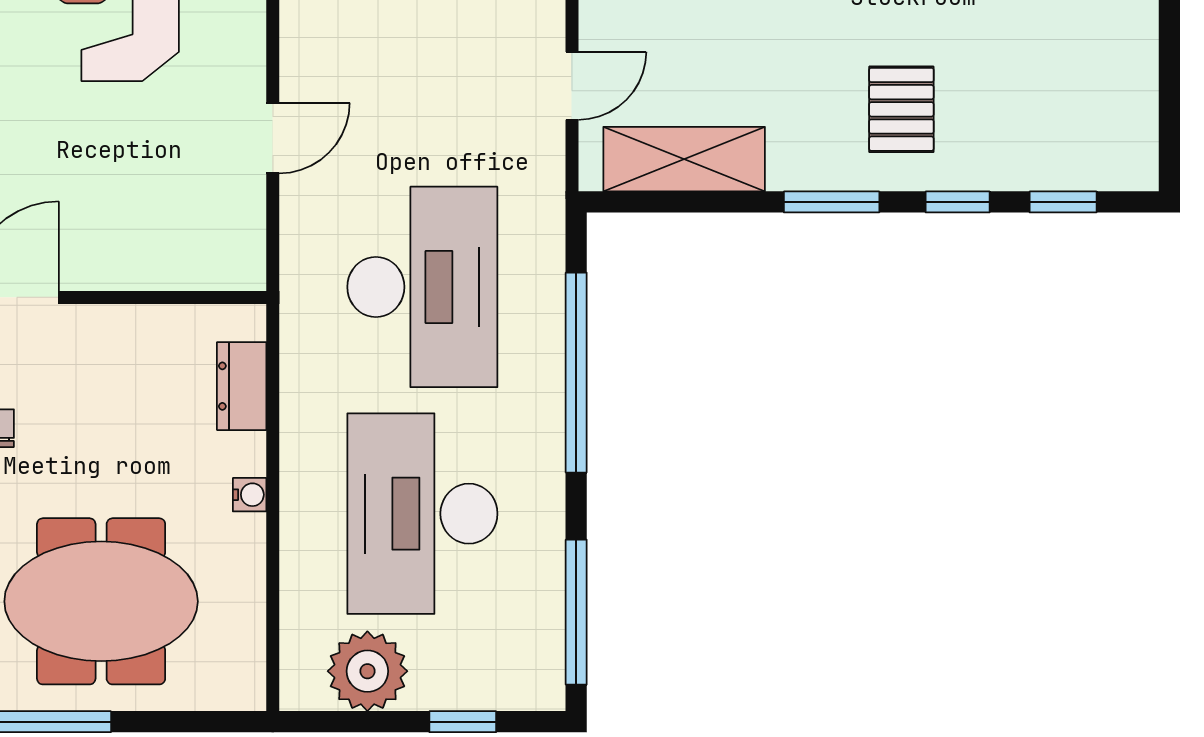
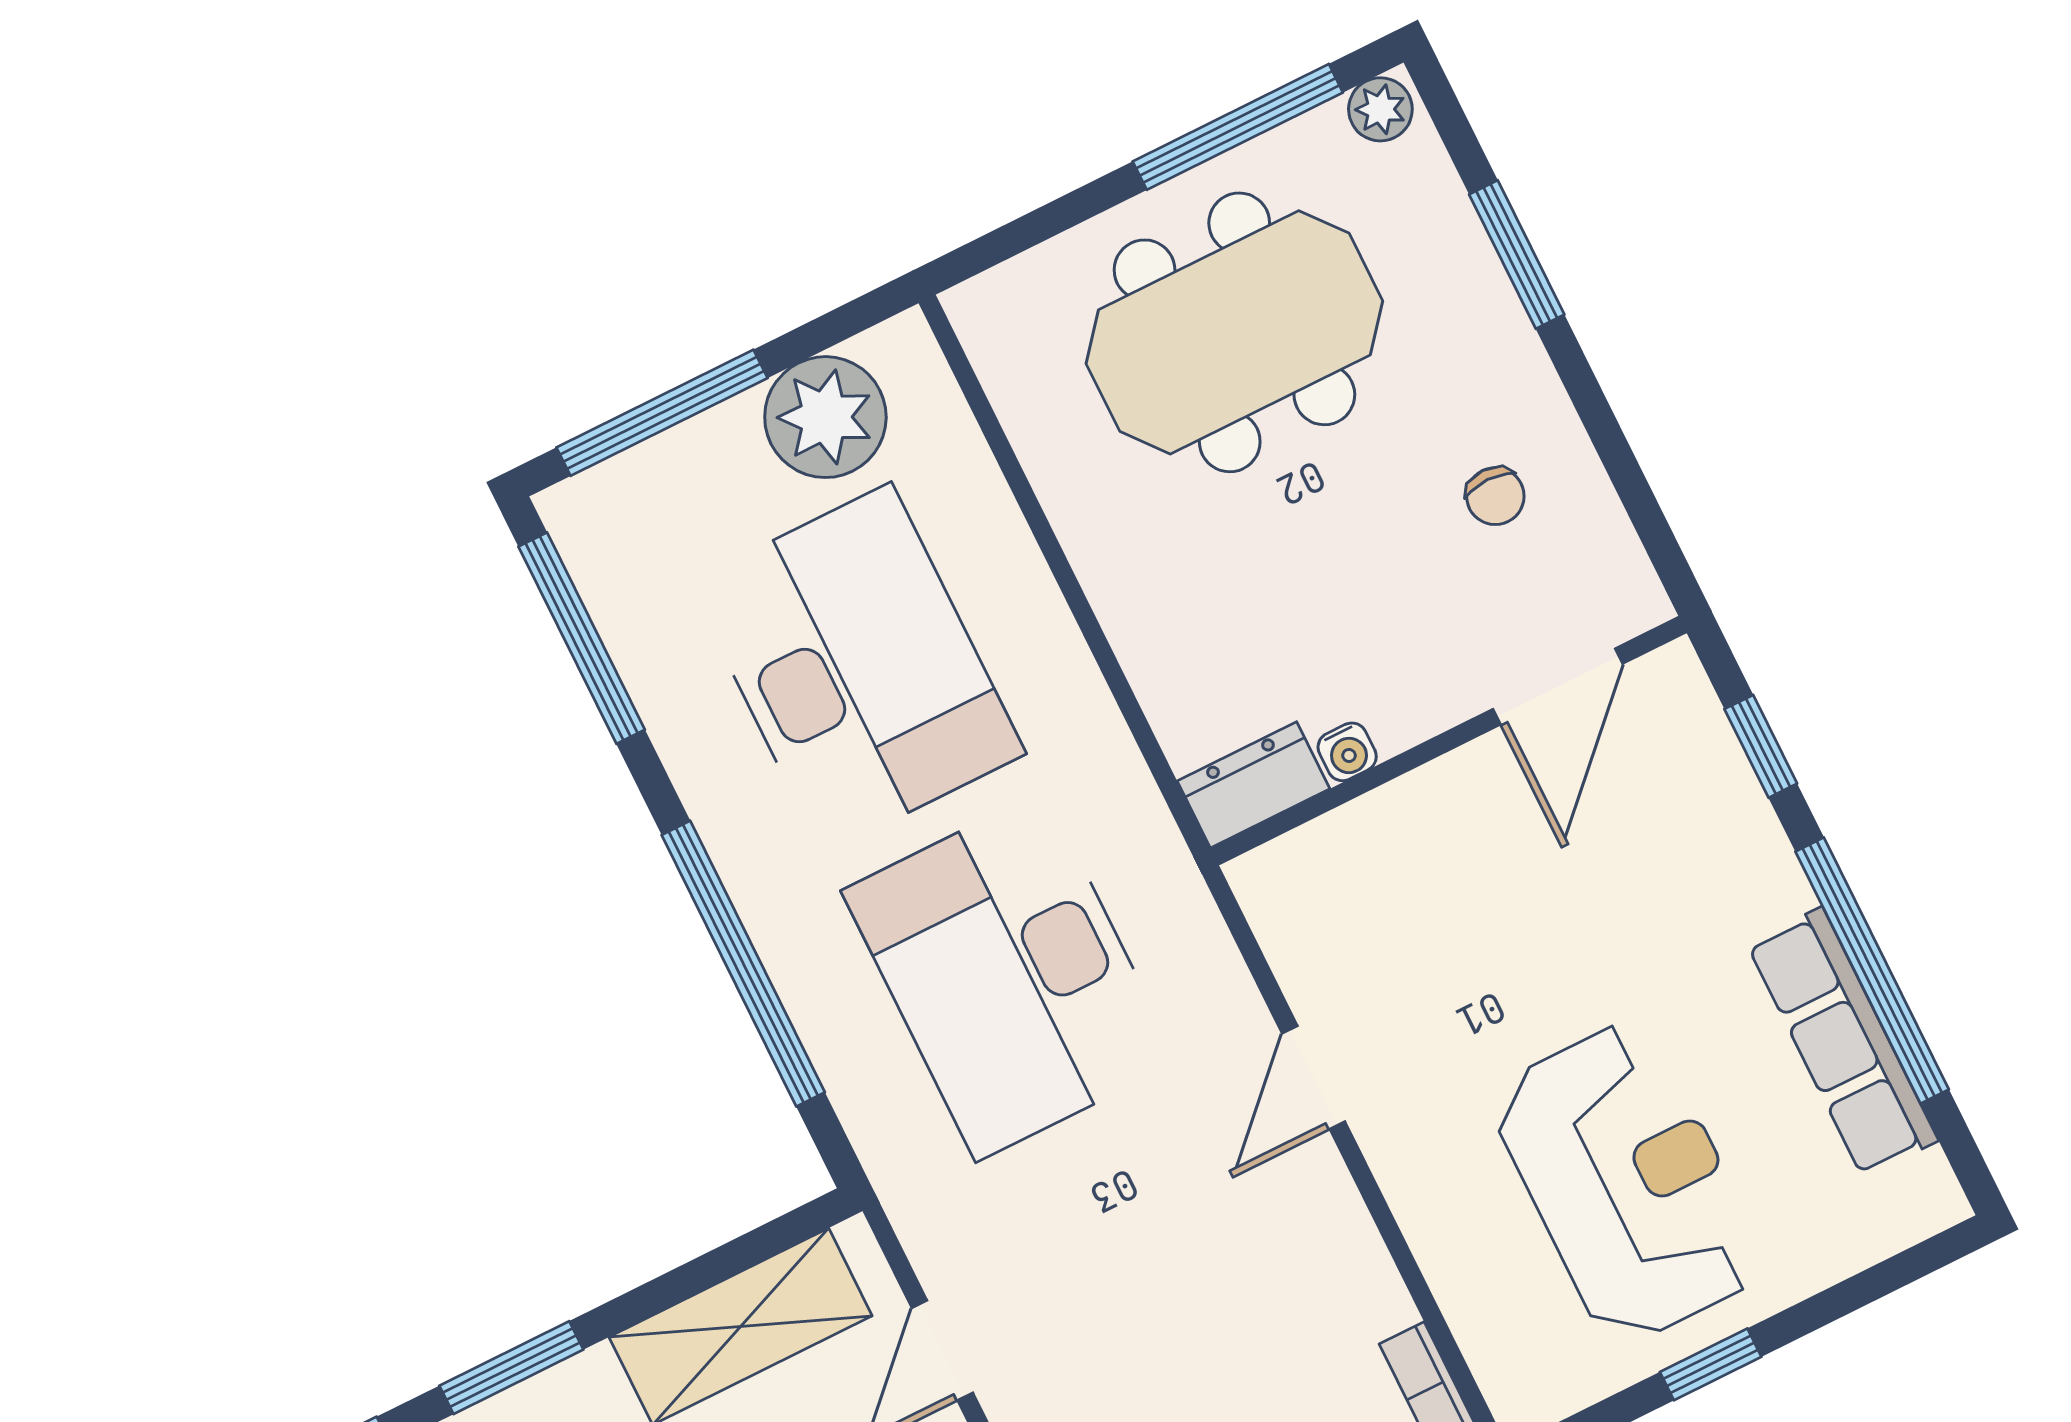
dresser: (242, 386) -> (1254, 785), moved, turned -90
water cooler: (250, 495) -> (1347, 752), moved, turned -90
window: (463, 722) -> (662, 413), width x2.17

